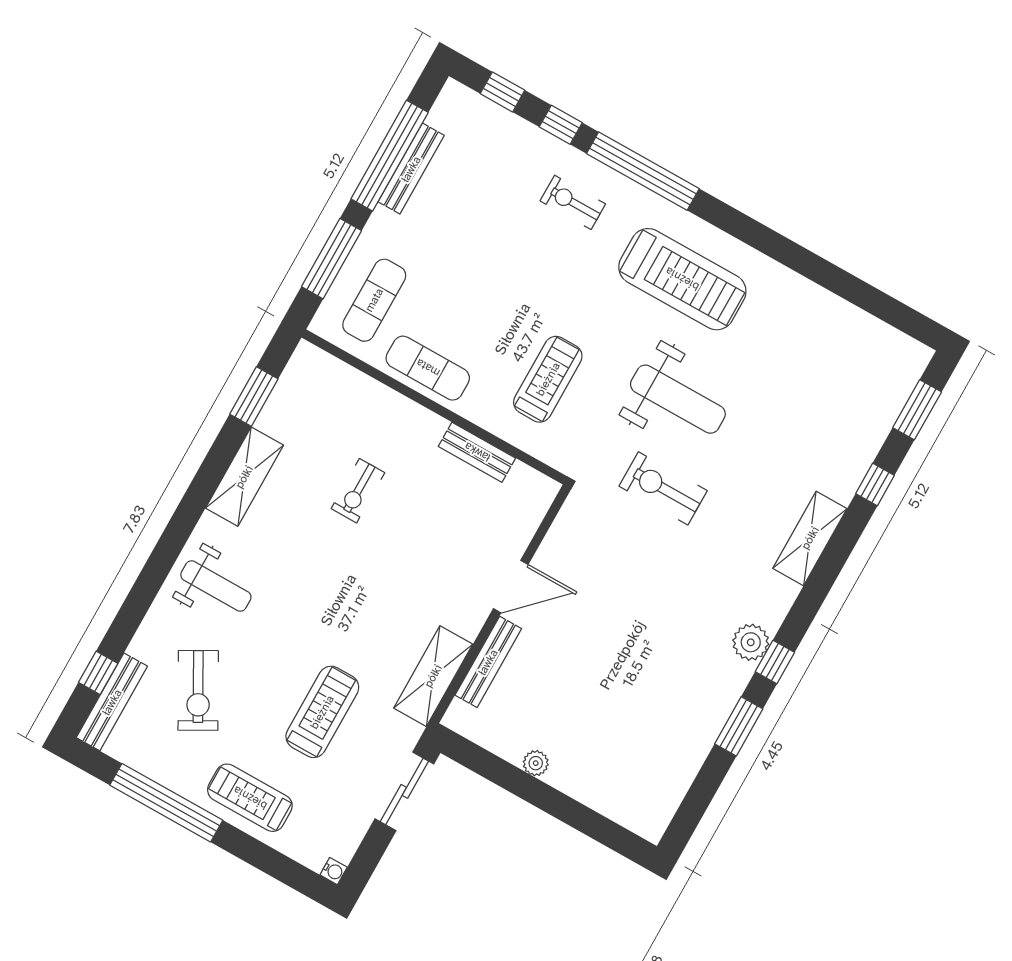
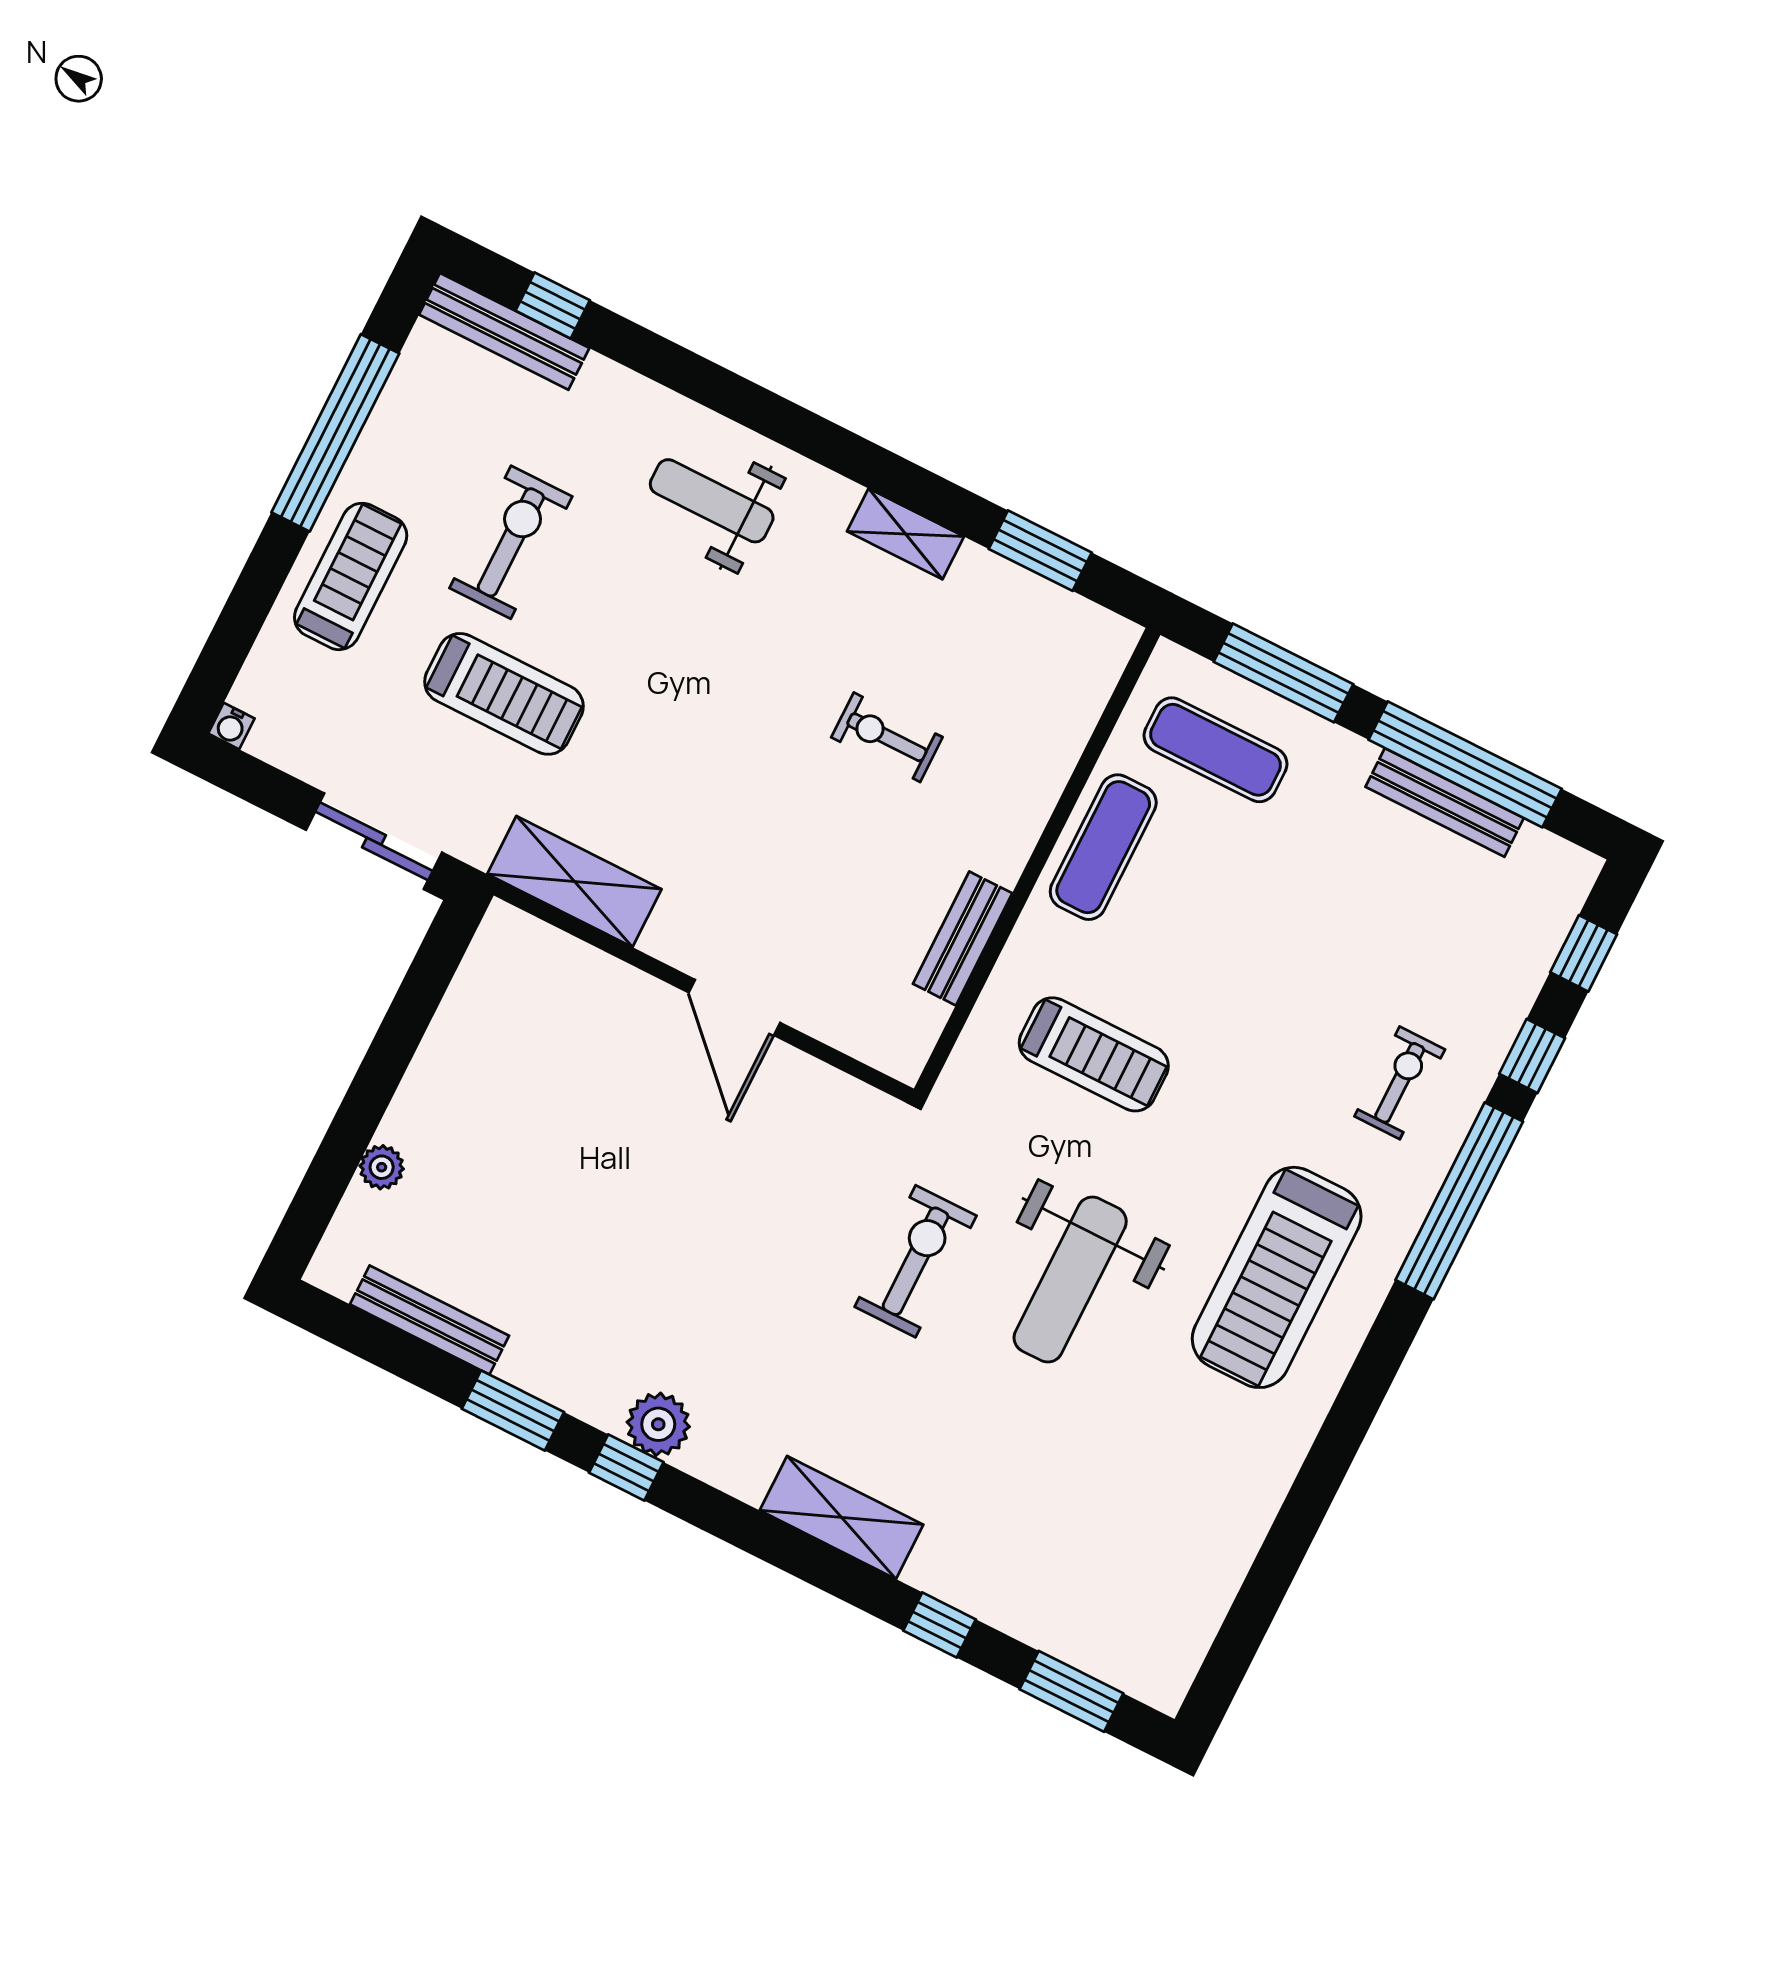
shelving: (244, 477) -> (905, 534), width x0.67, depth x0.75
weight bench: (216, 586) -> (712, 501), turned 90
bench: (488, 662) -> (430, 1320), moved
exercise bike: (198, 690) -> (511, 542), moved, turned 119
plant: (536, 763) -> (382, 1167), moved

